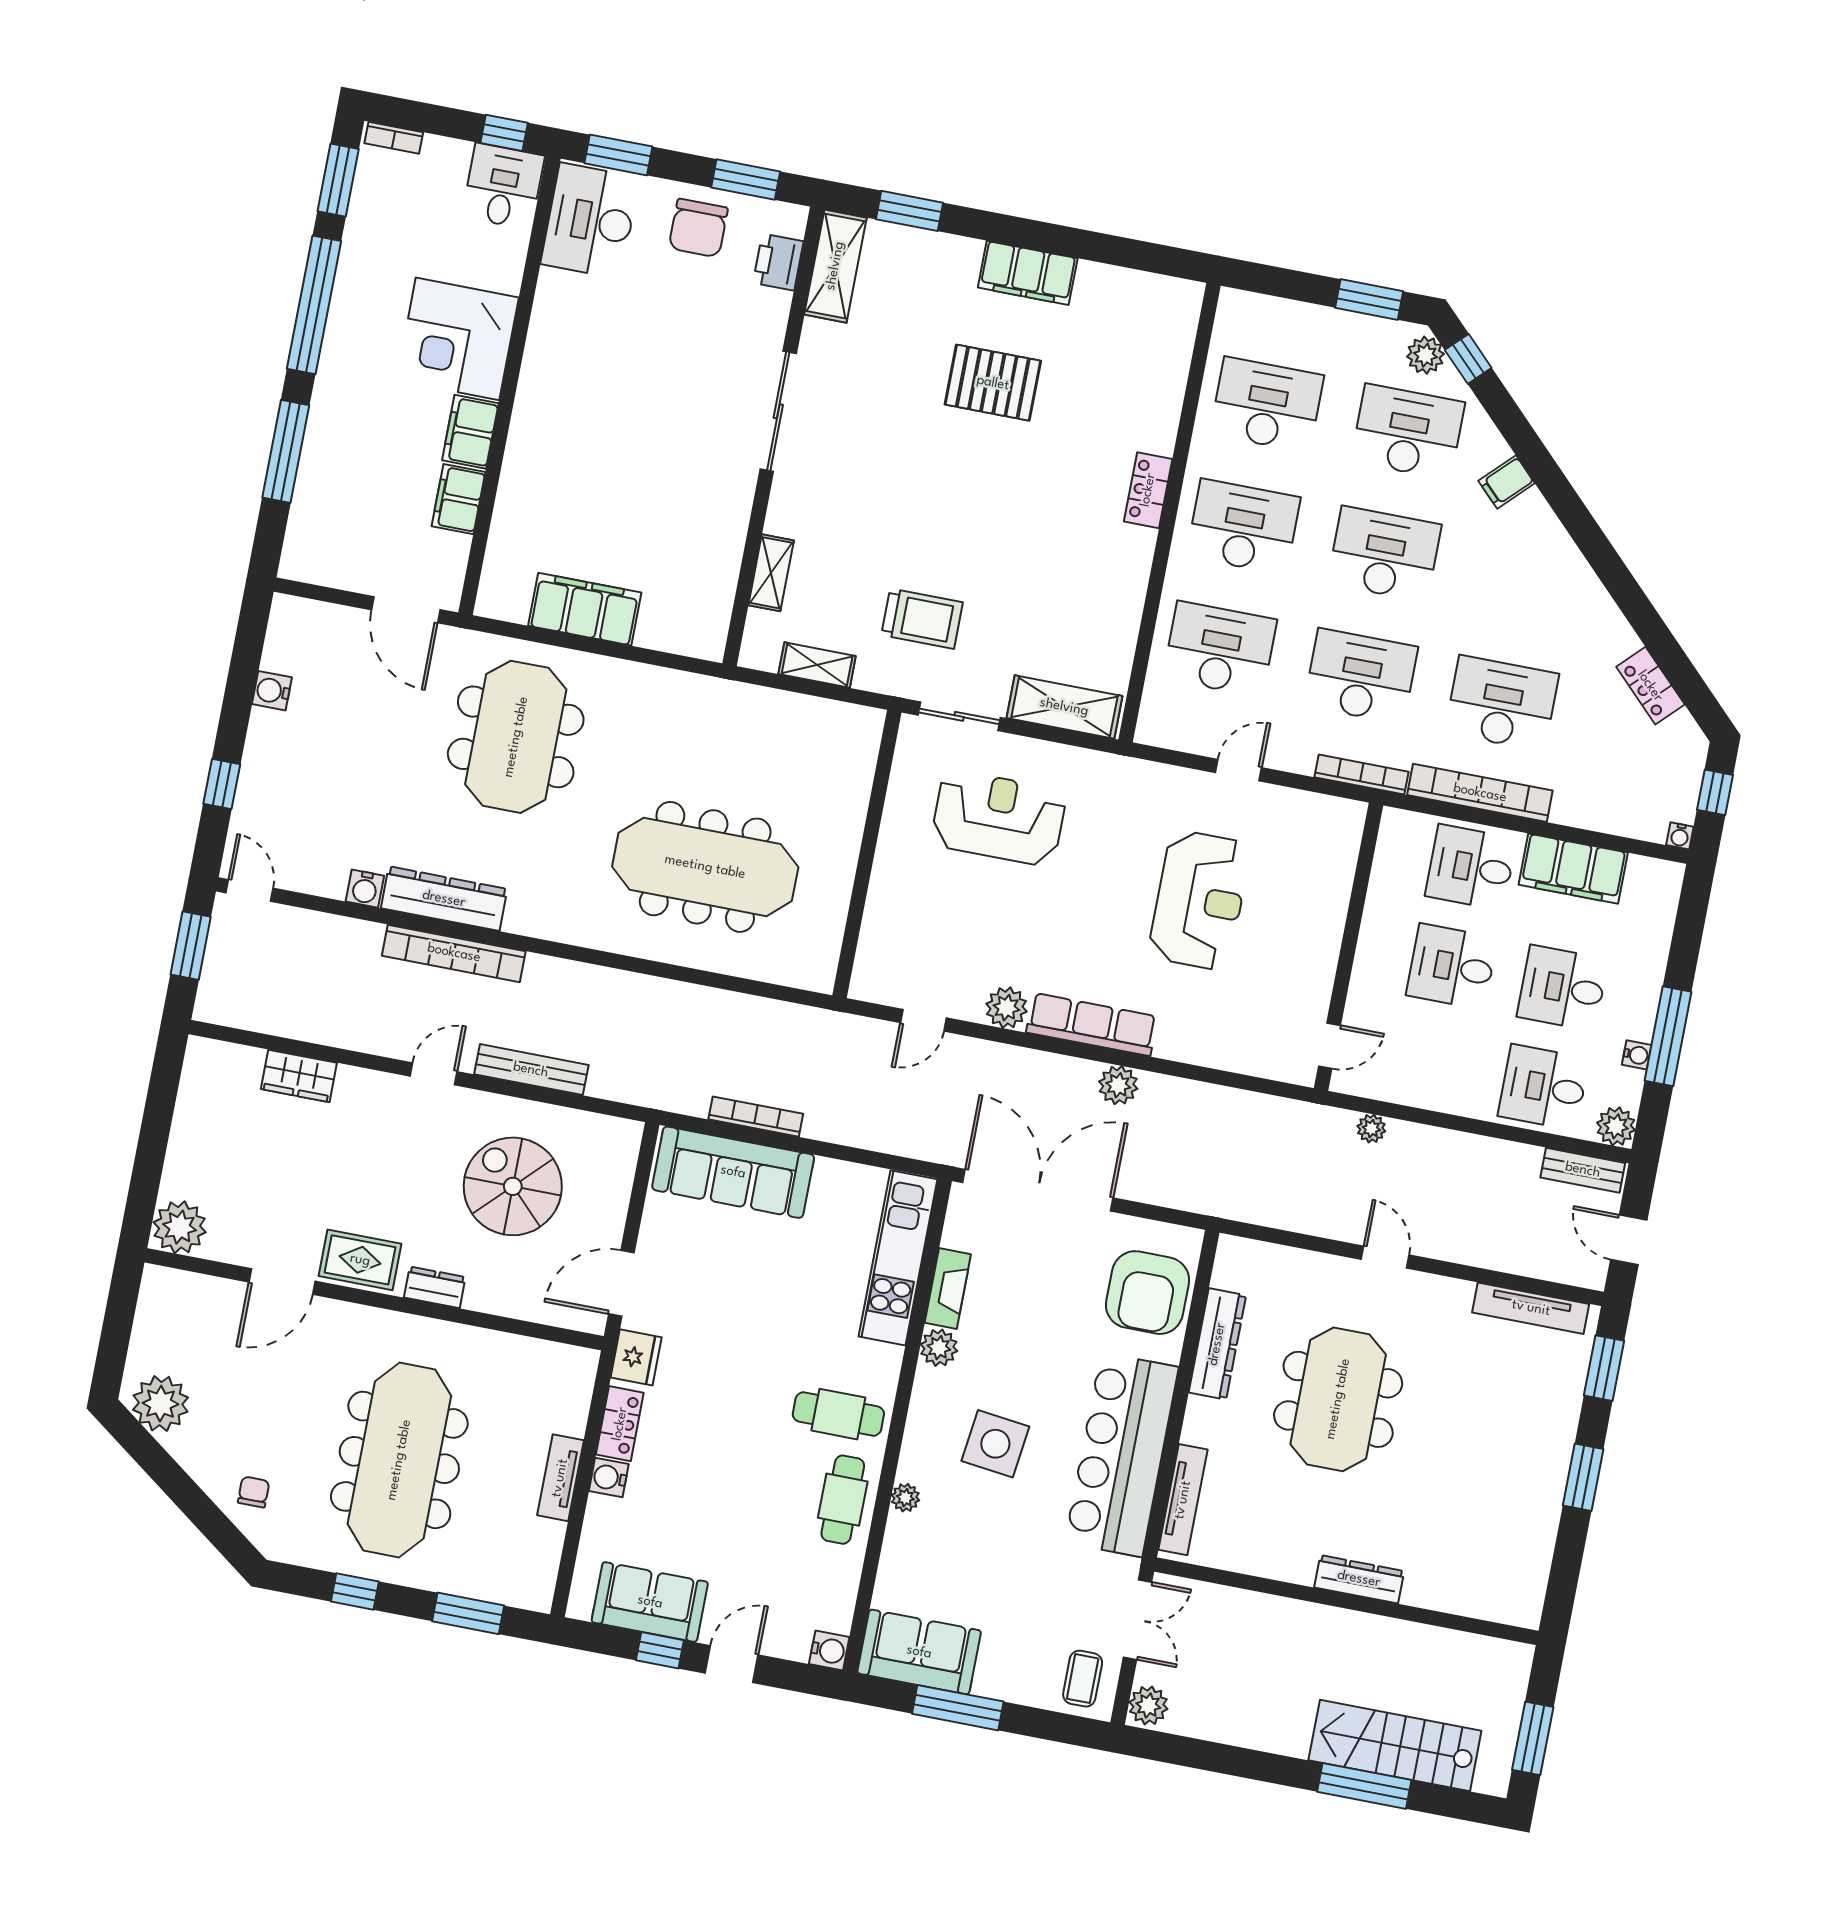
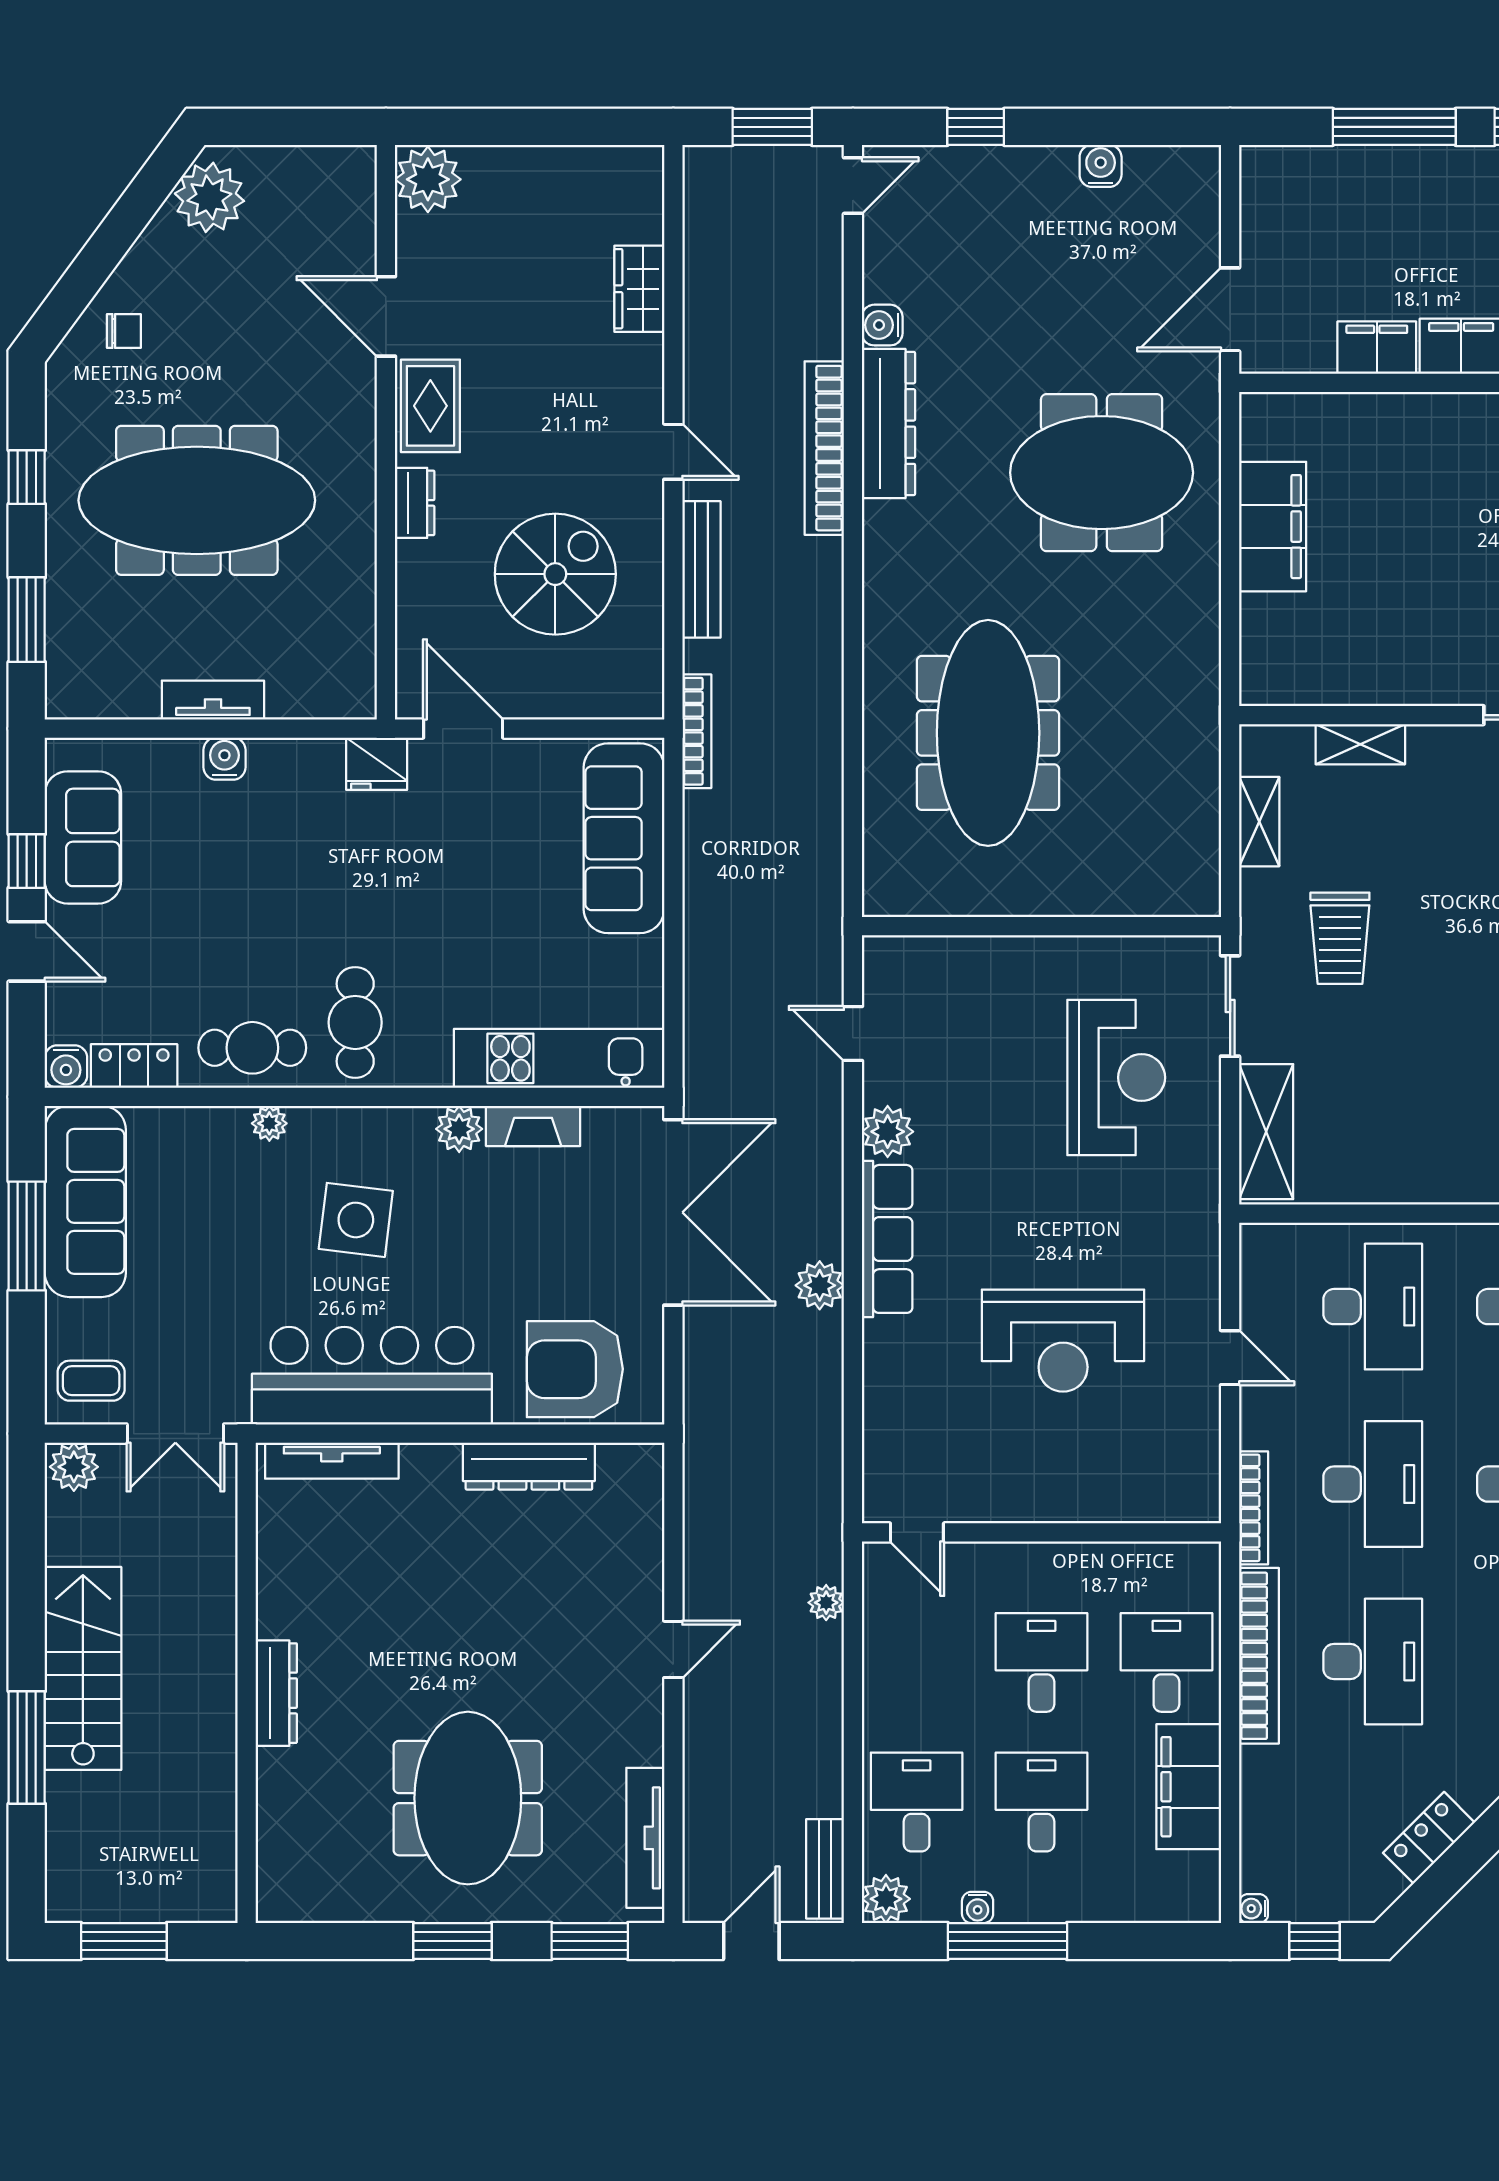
bookcase: (756, 1117) -> (697, 731), moved
meeting table: (1338, 1399) -> (468, 1798), moved, turned 90
locker: (620, 1424) -> (134, 1066), moved, turned 180
sofa: (919, 1652) -> (85, 1201), width x1.36
stairs: (1395, 1745) -> (83, 1668), moved

